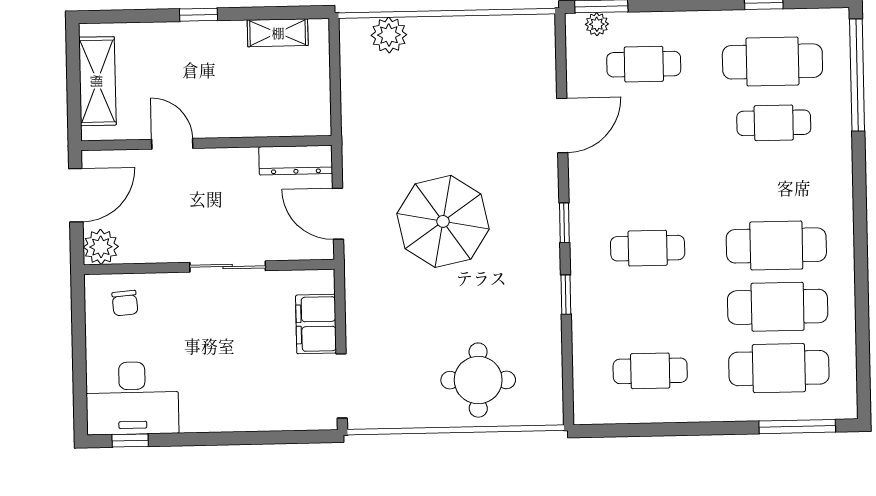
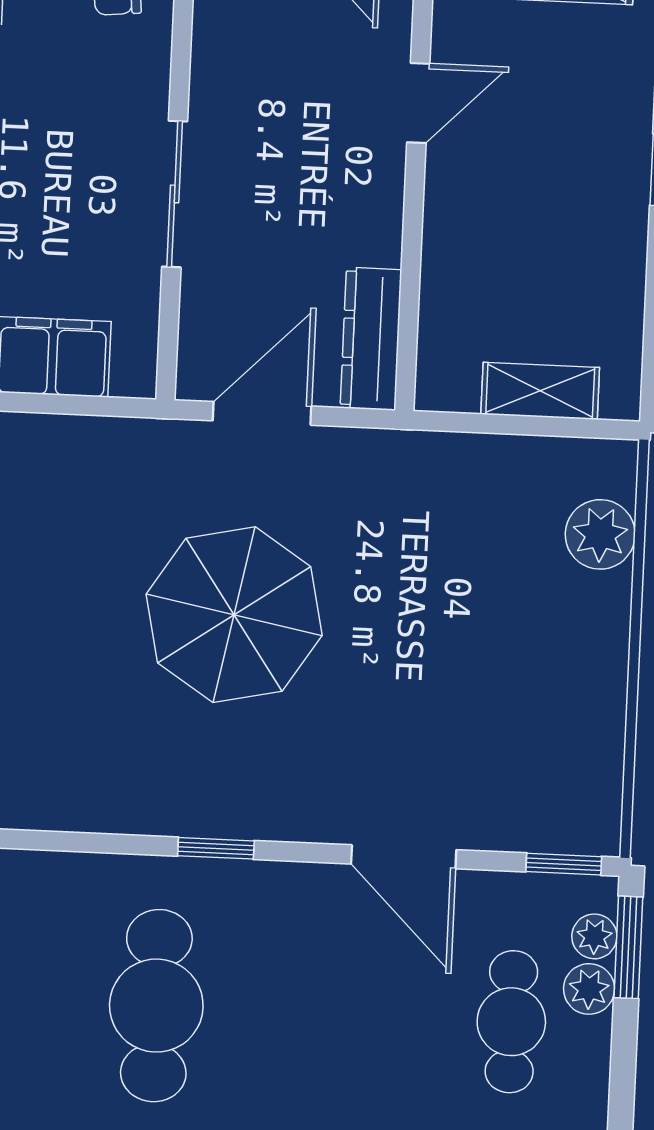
plant: (624, 25) -> (589, 989), added
shelving: (278, 33) -> (540, 391), moved, turned 90
cafe table: (648, 248) -> (156, 1006), width x1.37, depth x1.35
window: (566, 295) -> (564, 864), moved

